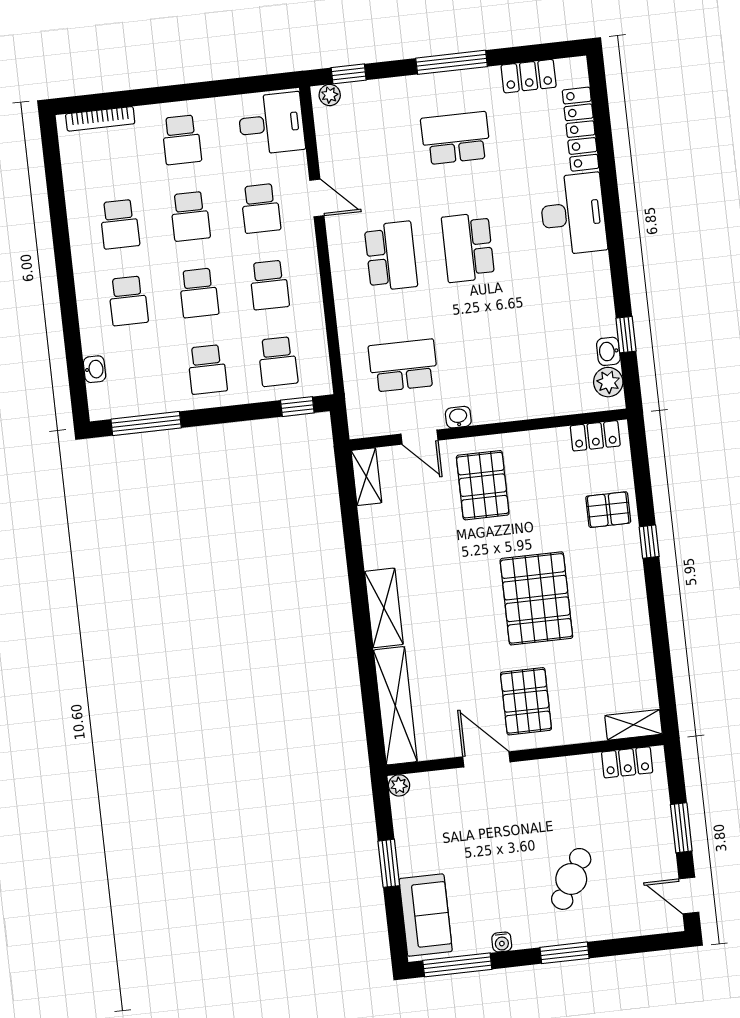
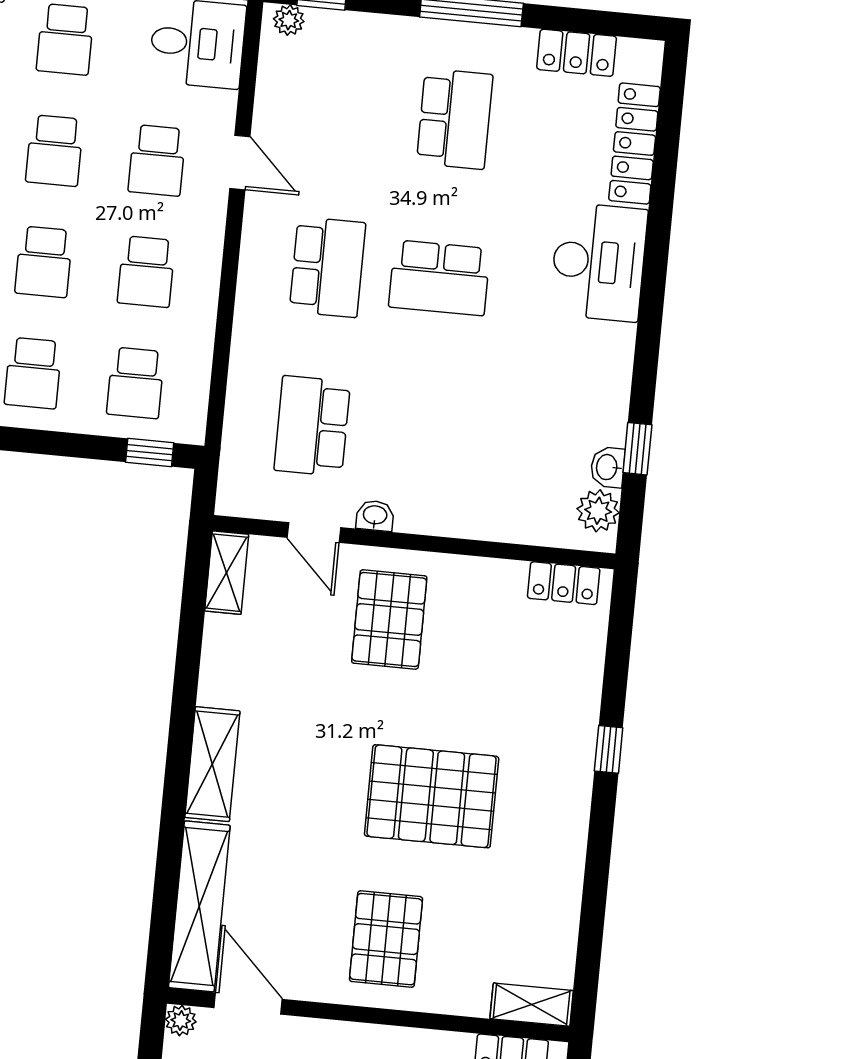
school desk: (456, 138) -> (455, 119), turned 90
school desk: (468, 247) -> (439, 278), turned -90
school desk: (403, 366) -> (312, 426), turned -90
pallet: (608, 510) -> (560, 692), removed
pallet: (536, 598) -> (432, 796), turned 90
door: (486, 759) -> (248, 1003), moved

